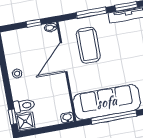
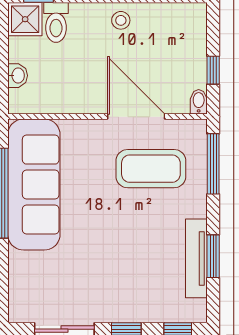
window: (91, 13) -> (213, 164), moved
washbasin: (67, 118) -> (18, 76), moved

